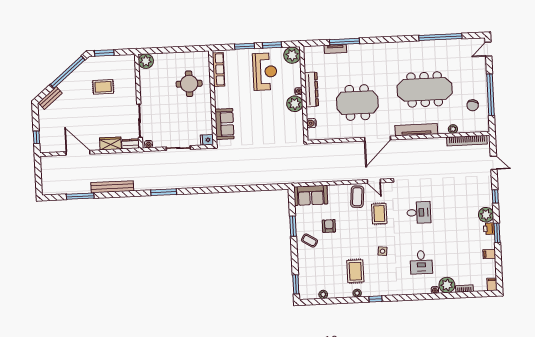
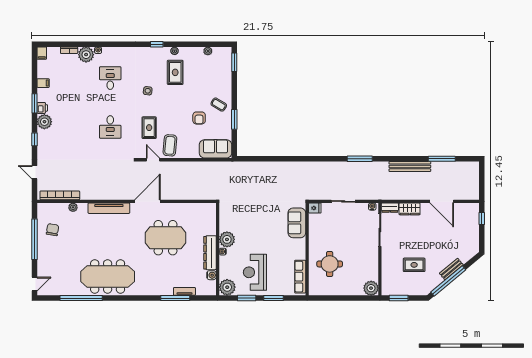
window: (104, 53) -> (399, 298), moved
meeting table: (425, 89) -> (108, 276), moved
bench: (50, 98) -> (451, 269), moved
water cooler: (311, 123) -> (211, 275), moved
desk: (419, 213) -> (110, 127), turned -90

